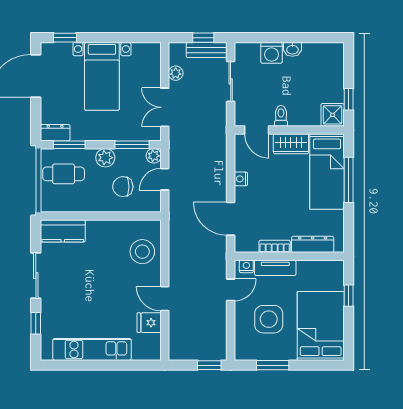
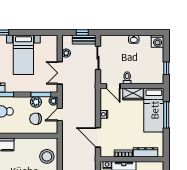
washing machine: (272, 53) -> (158, 41), moved
shower: (333, 115) -> (157, 77), removed
plant: (105, 158) -> (36, 102), moved

